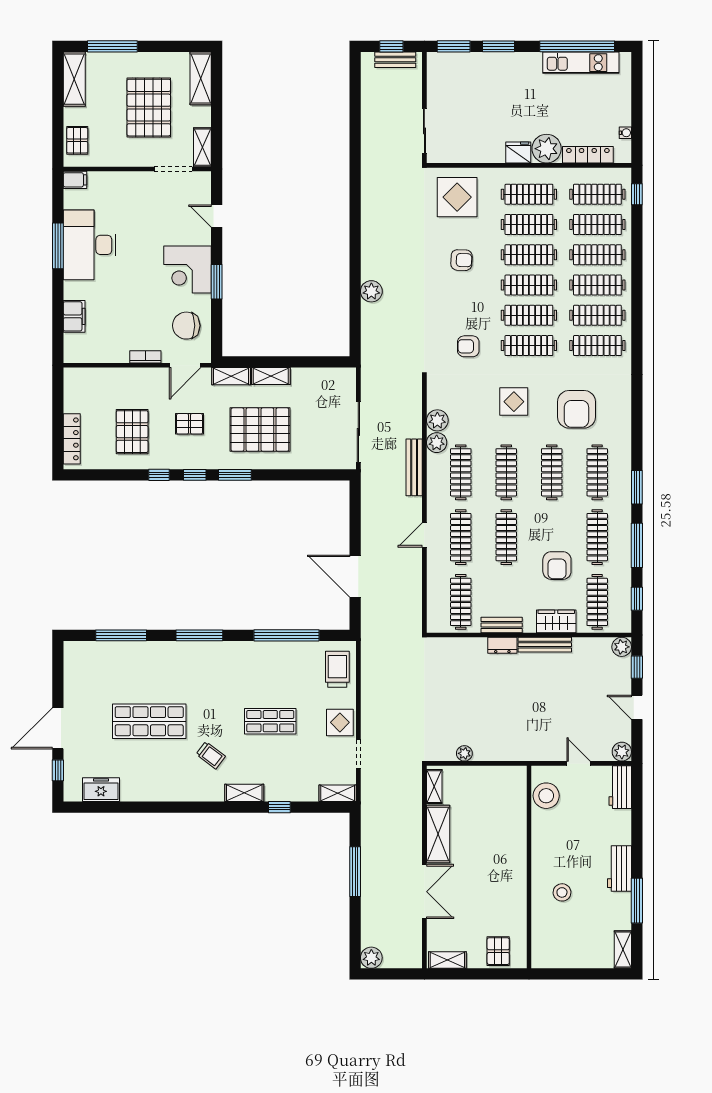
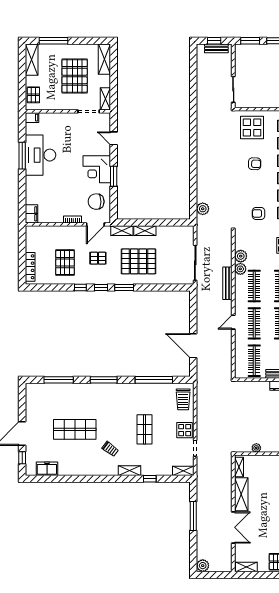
plant: (371, 291) -> (203, 209), moved
filing cabinet: (74, 316) -> (31, 214), moved
trolley: (337, 669) -> (183, 399), turned 180
shop shelf: (270, 721) -> (145, 429), turned 90

